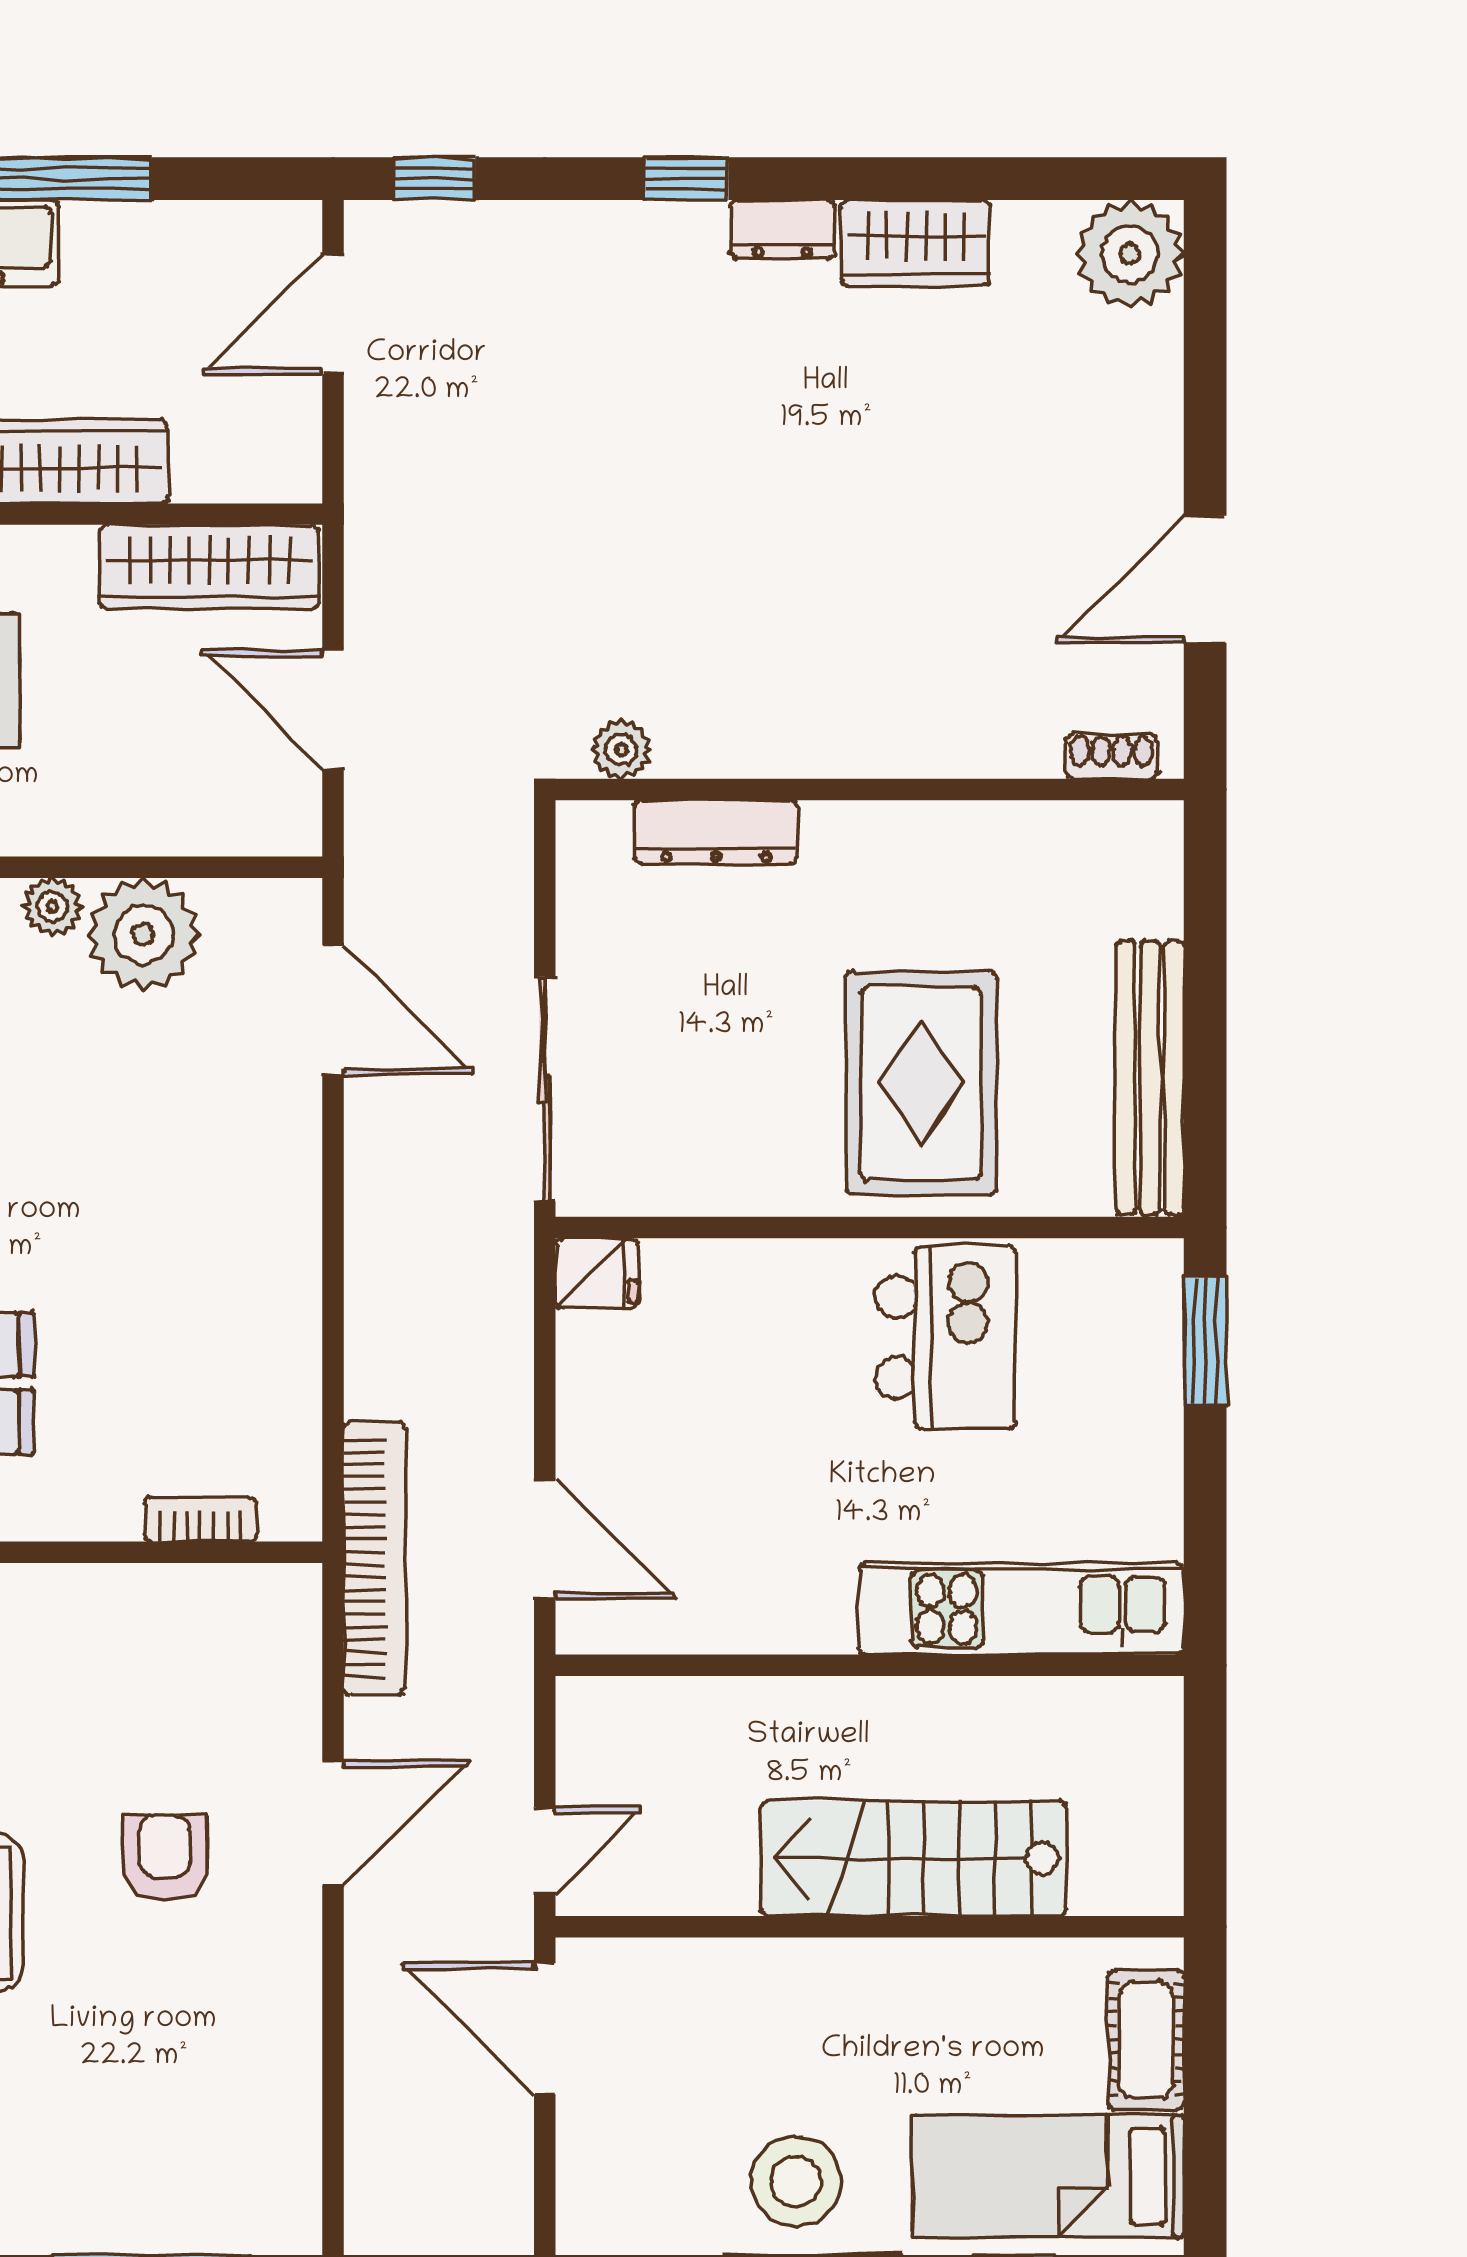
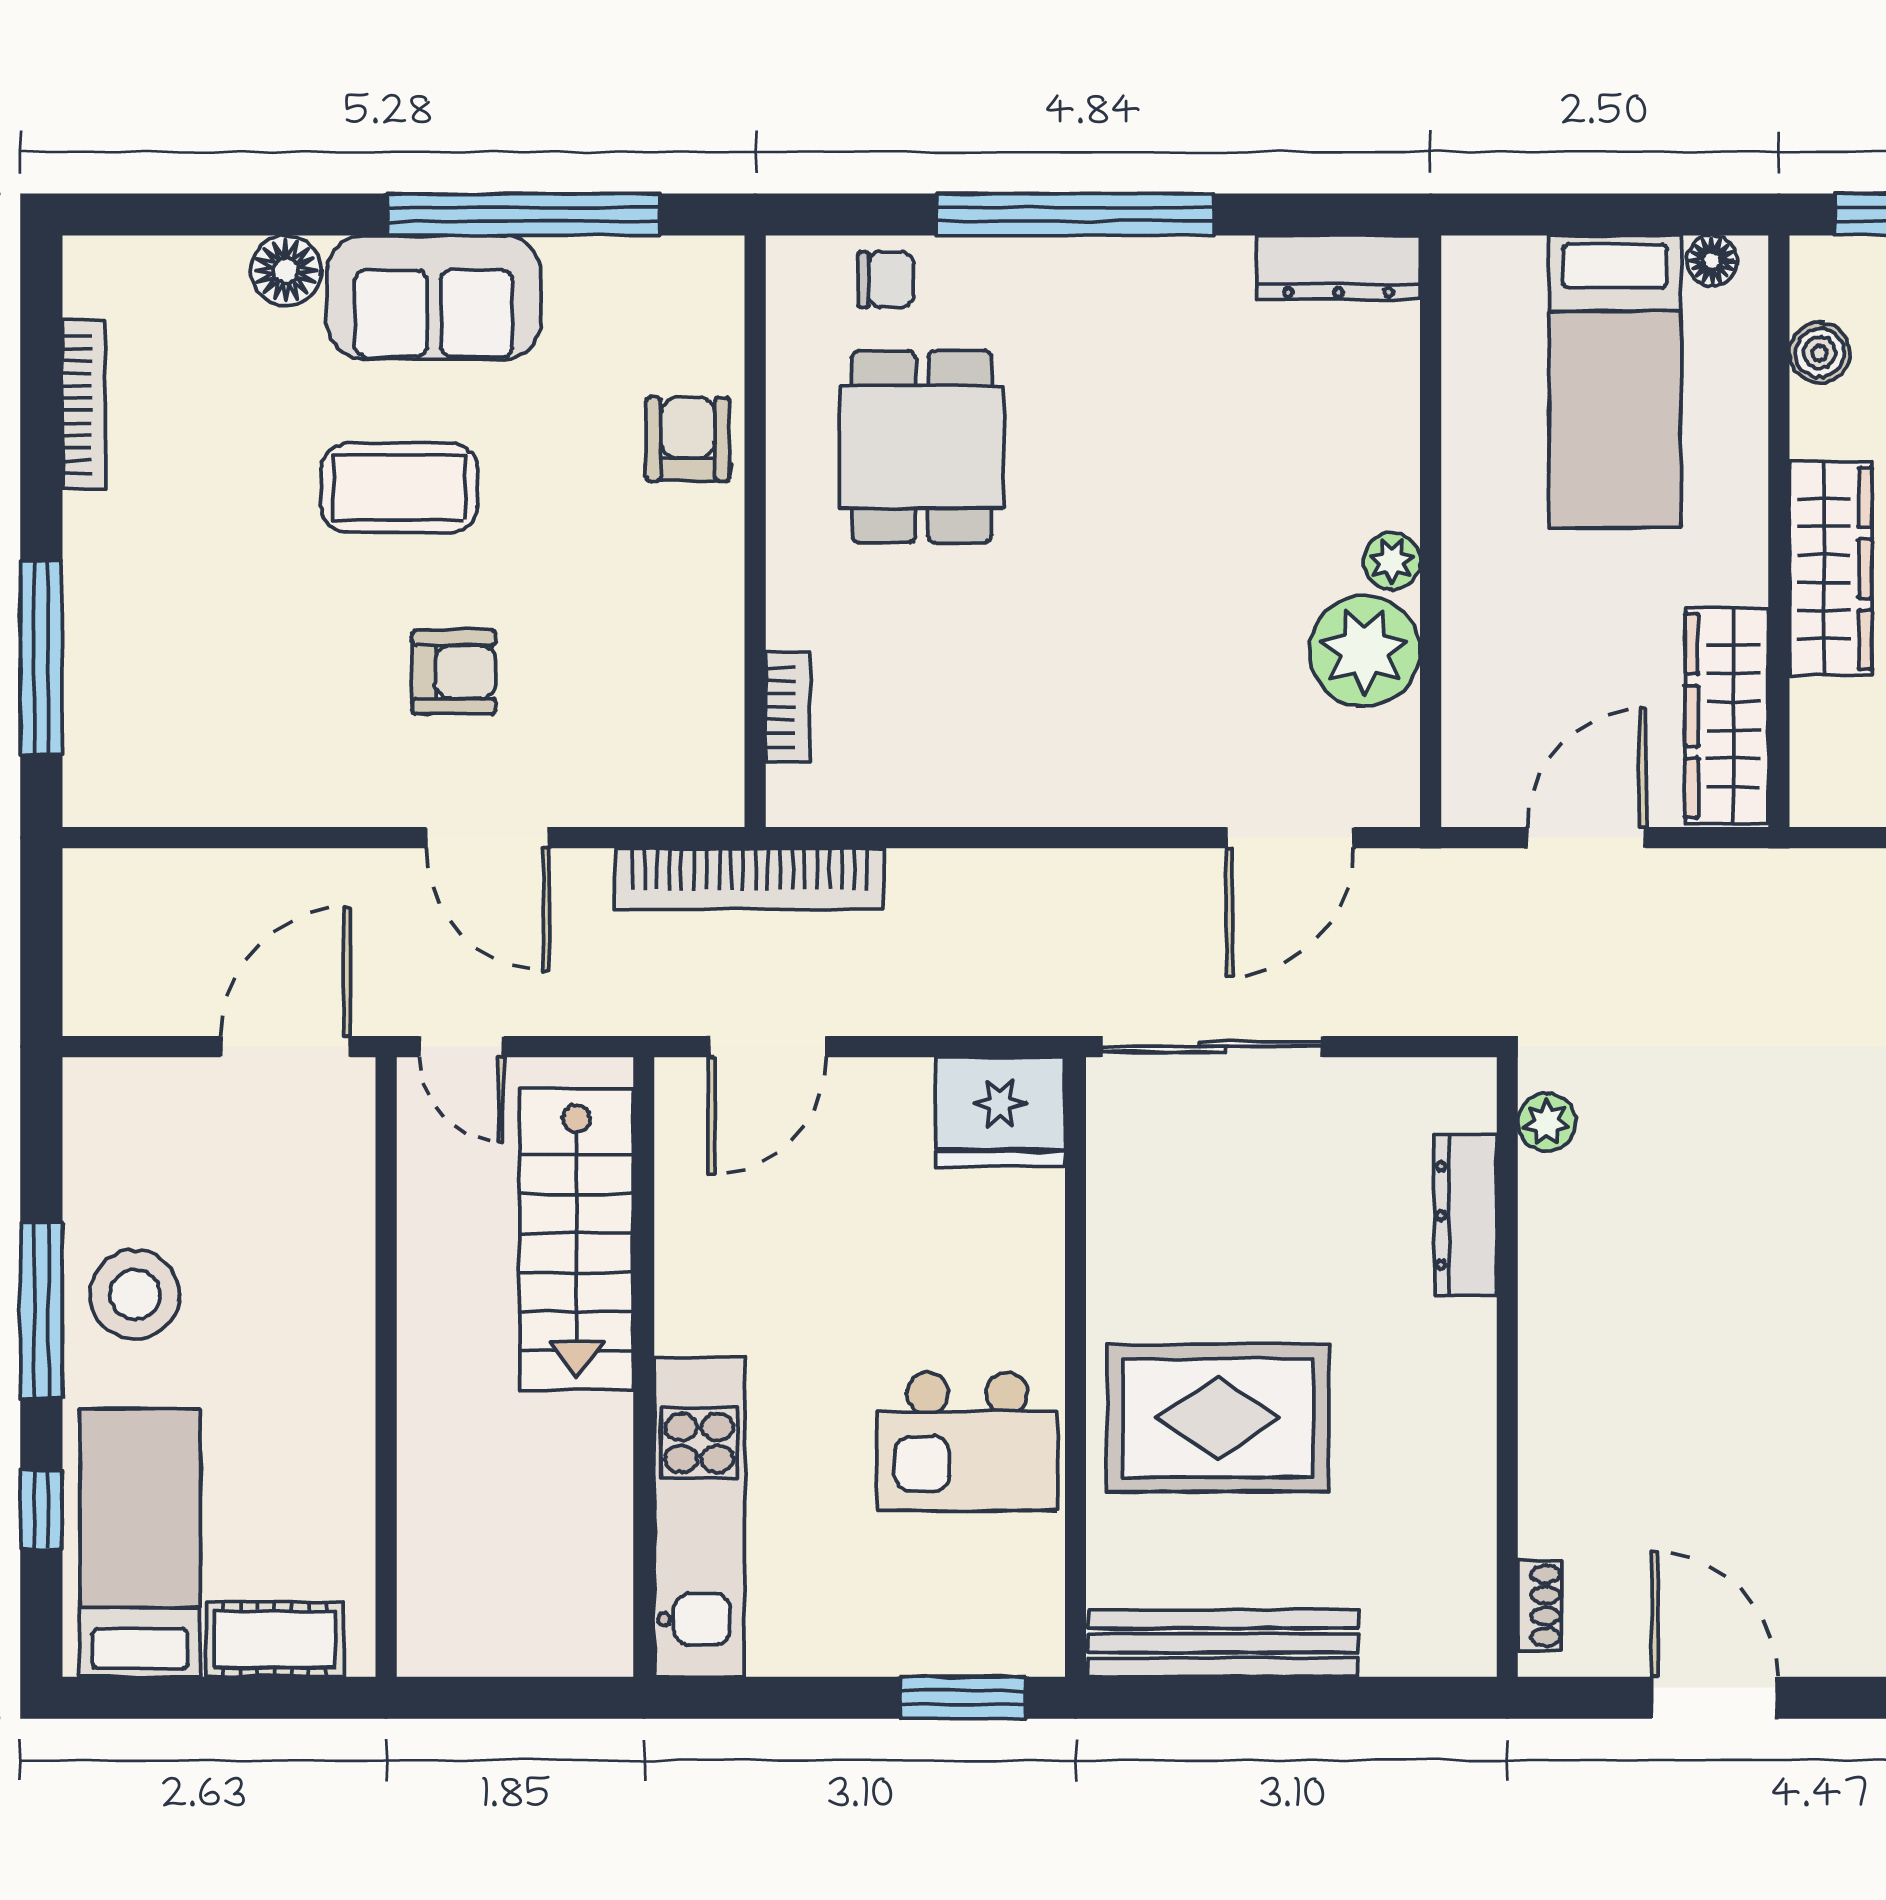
fridge: (597, 1273) -> (1000, 1112), width x1.88, depth x1.34
stairs: (914, 1858) -> (576, 1239), moved, turned 180

